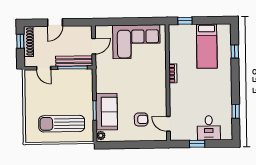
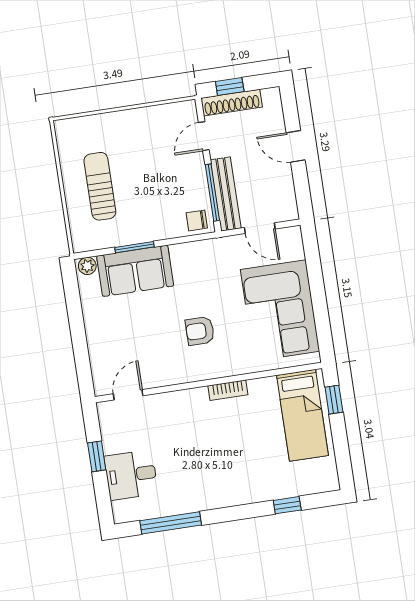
window: (20, 41) -> (230, 87), moved
shoe rack: (28, 42) -> (232, 103), moved
bed: (207, 46) -> (302, 415), moved, turned -90
chair: (85, 77) -> (197, 220), added
window: (236, 111) -> (171, 523), width x2.17
armchair: (141, 119) -> (200, 331), moved, turned 90
sun lounger: (62, 124) -> (100, 186), width x0.73, depth x0.75

